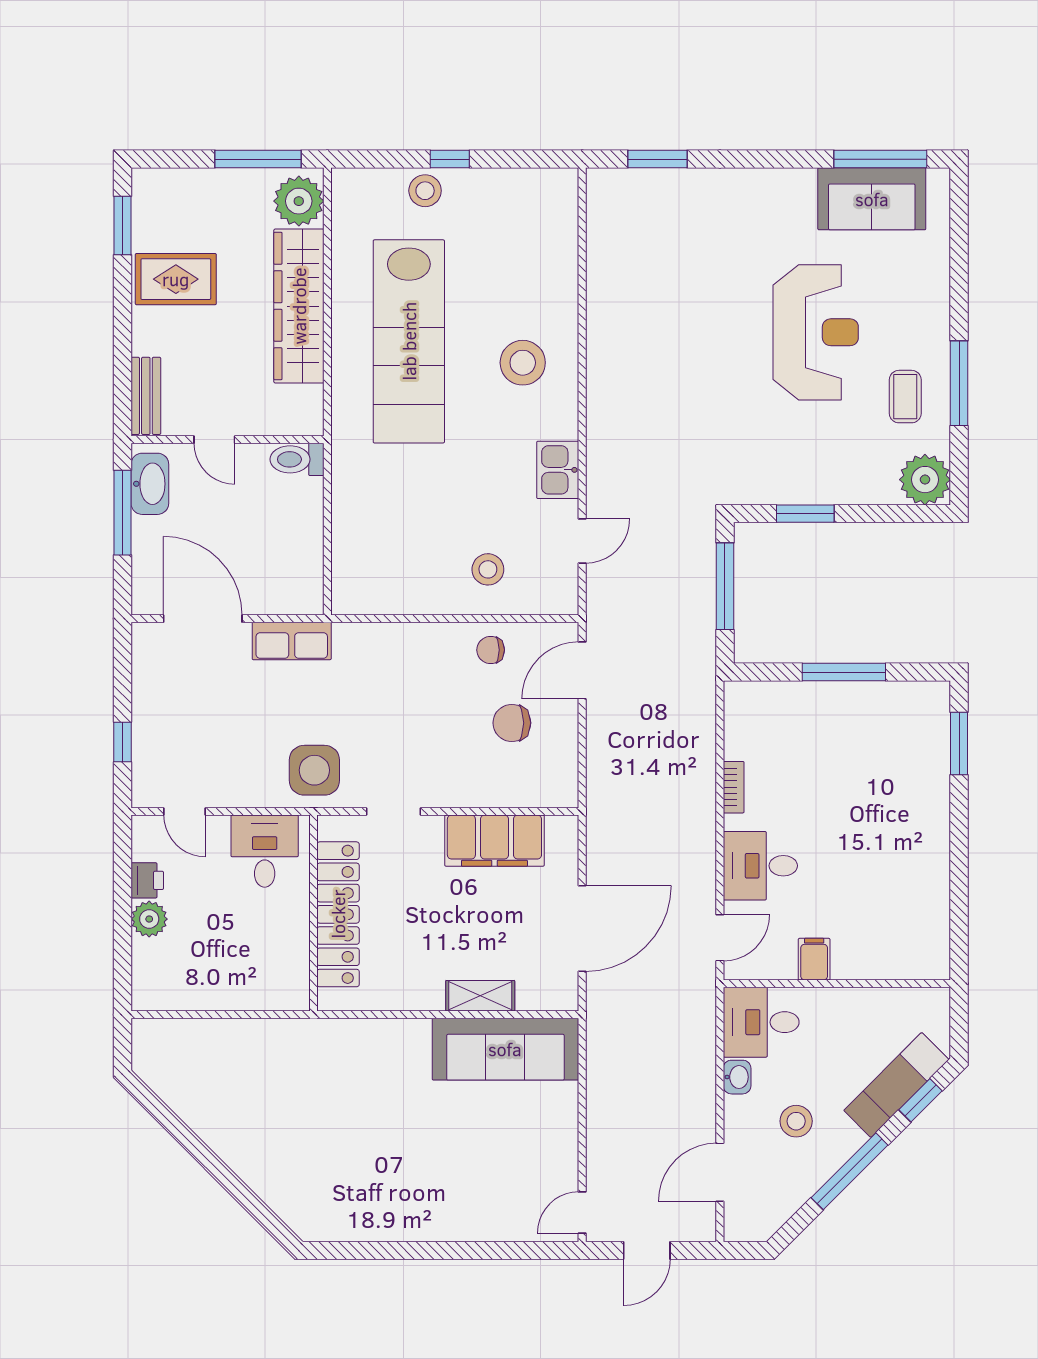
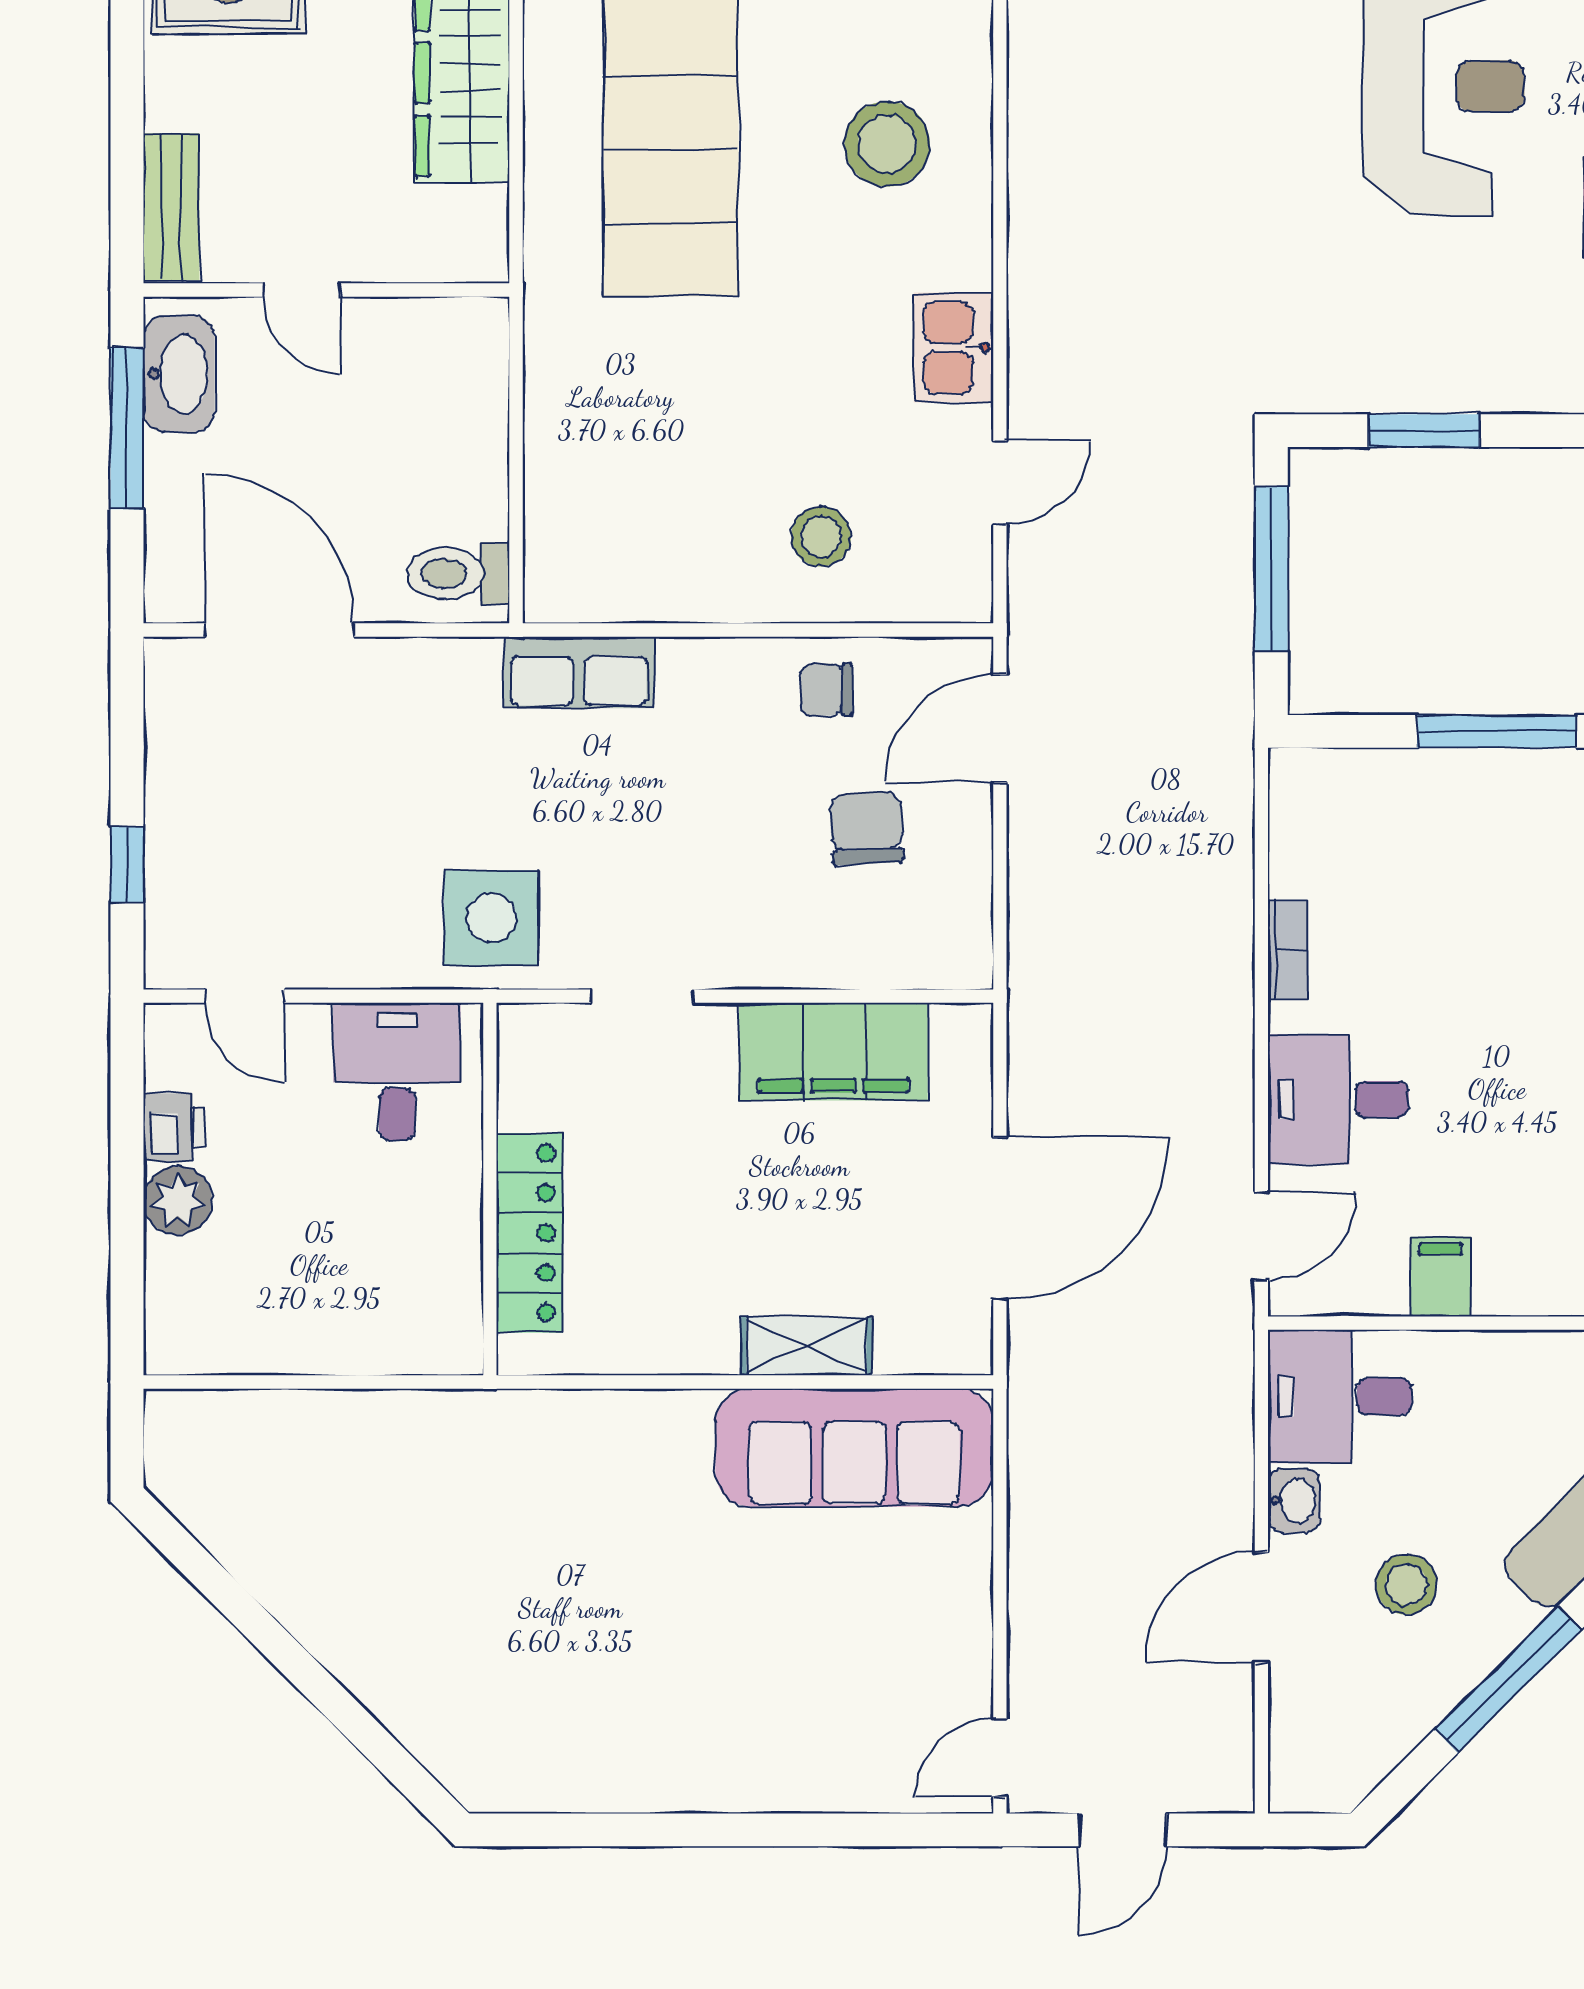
toilet: (297, 459) -> (458, 574), moved
row of seats: (292, 641) -> (579, 672), moved
chair: (512, 723) -> (866, 828), turned 87
locker: (338, 914) -> (529, 1233), width x0.71, depth x0.83
door: (720, 1172) -> (1261, 1607), moved

